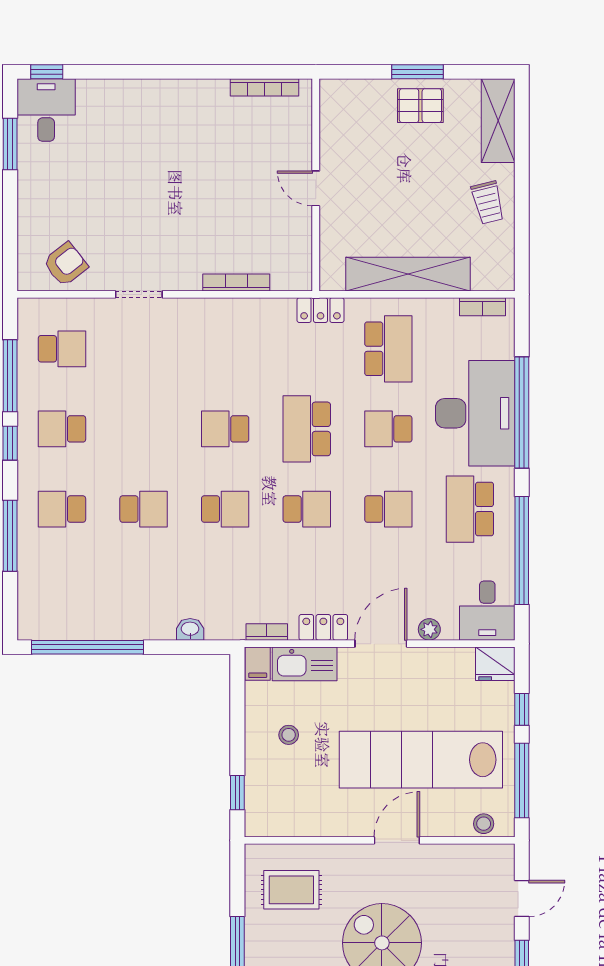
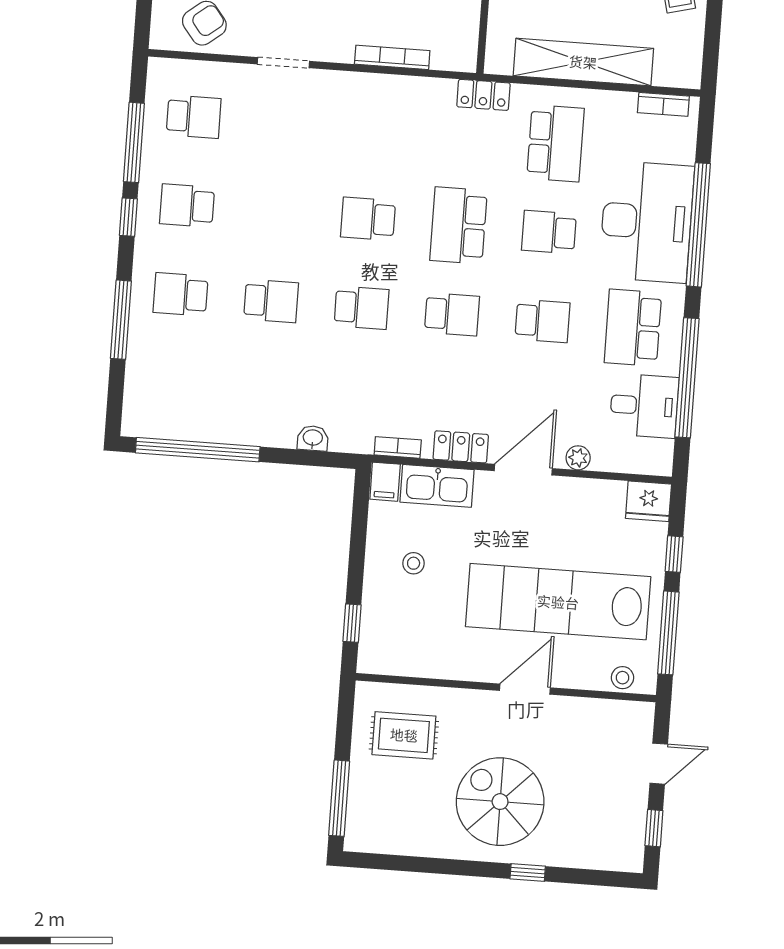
desk: (487, 611) -> (644, 406), moved, turned -90

